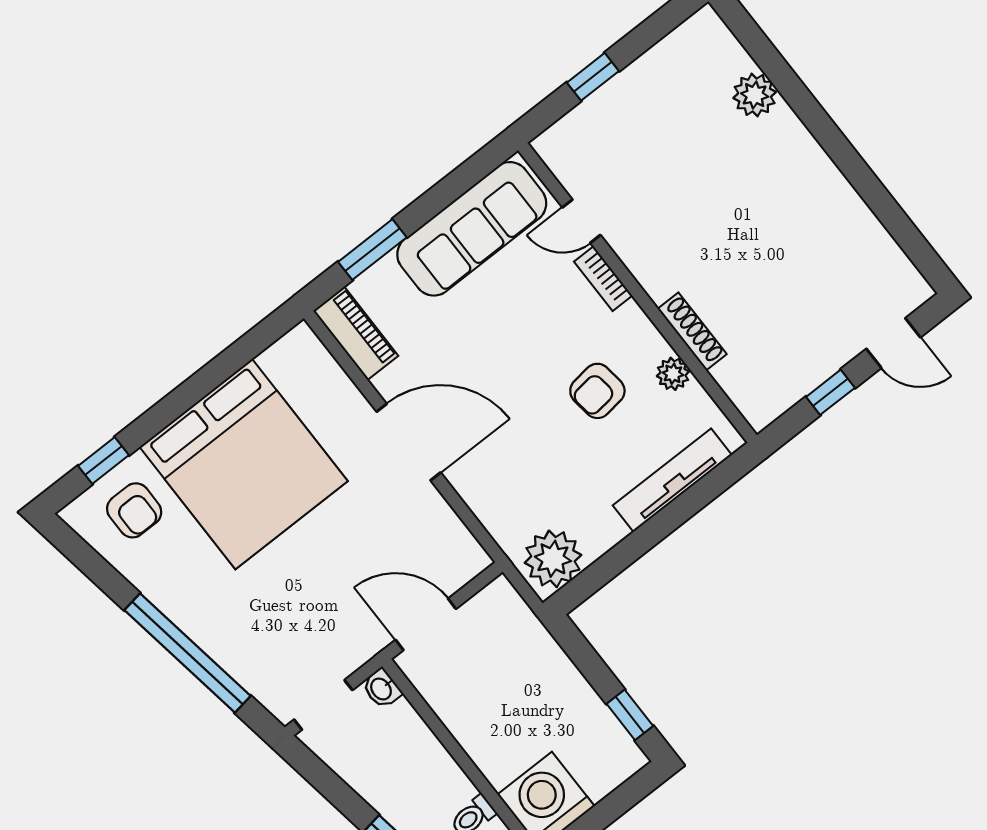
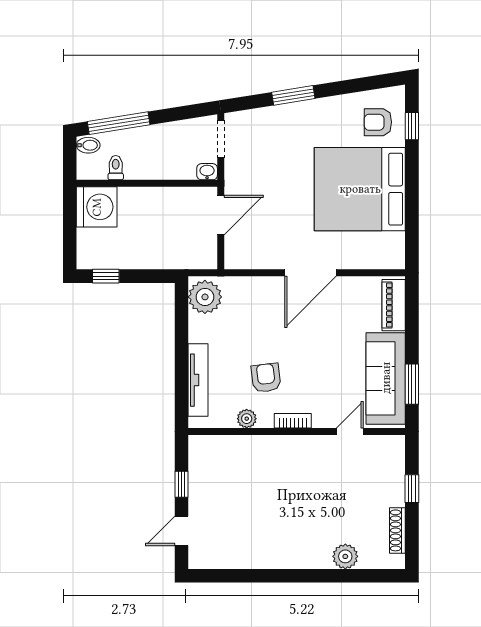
window: (372, 250) -> (412, 384), moved
bookcase: (603, 279) -> (293, 421), moved
shoe rack: (692, 331) -> (397, 530), moved, turned 90
piano: (356, 333) -> (394, 305), moved, turned 90
window: (187, 653) -> (293, 95), width x0.47

